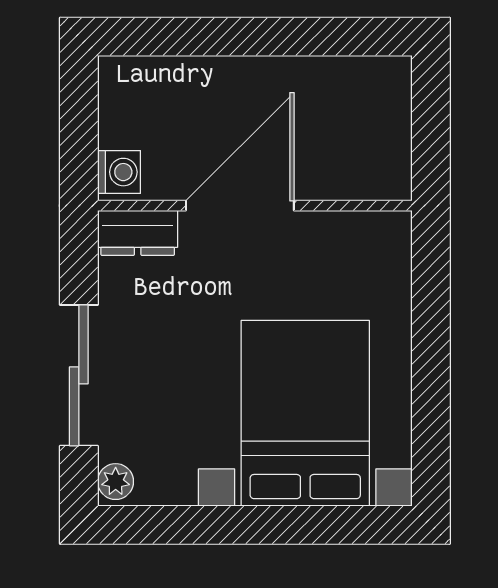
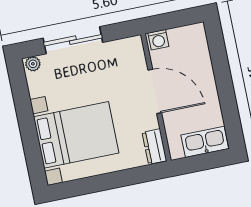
kitchen sink: (384, 111) -> (205, 142), added
dresser: (138, 233) -> (154, 147), moved

